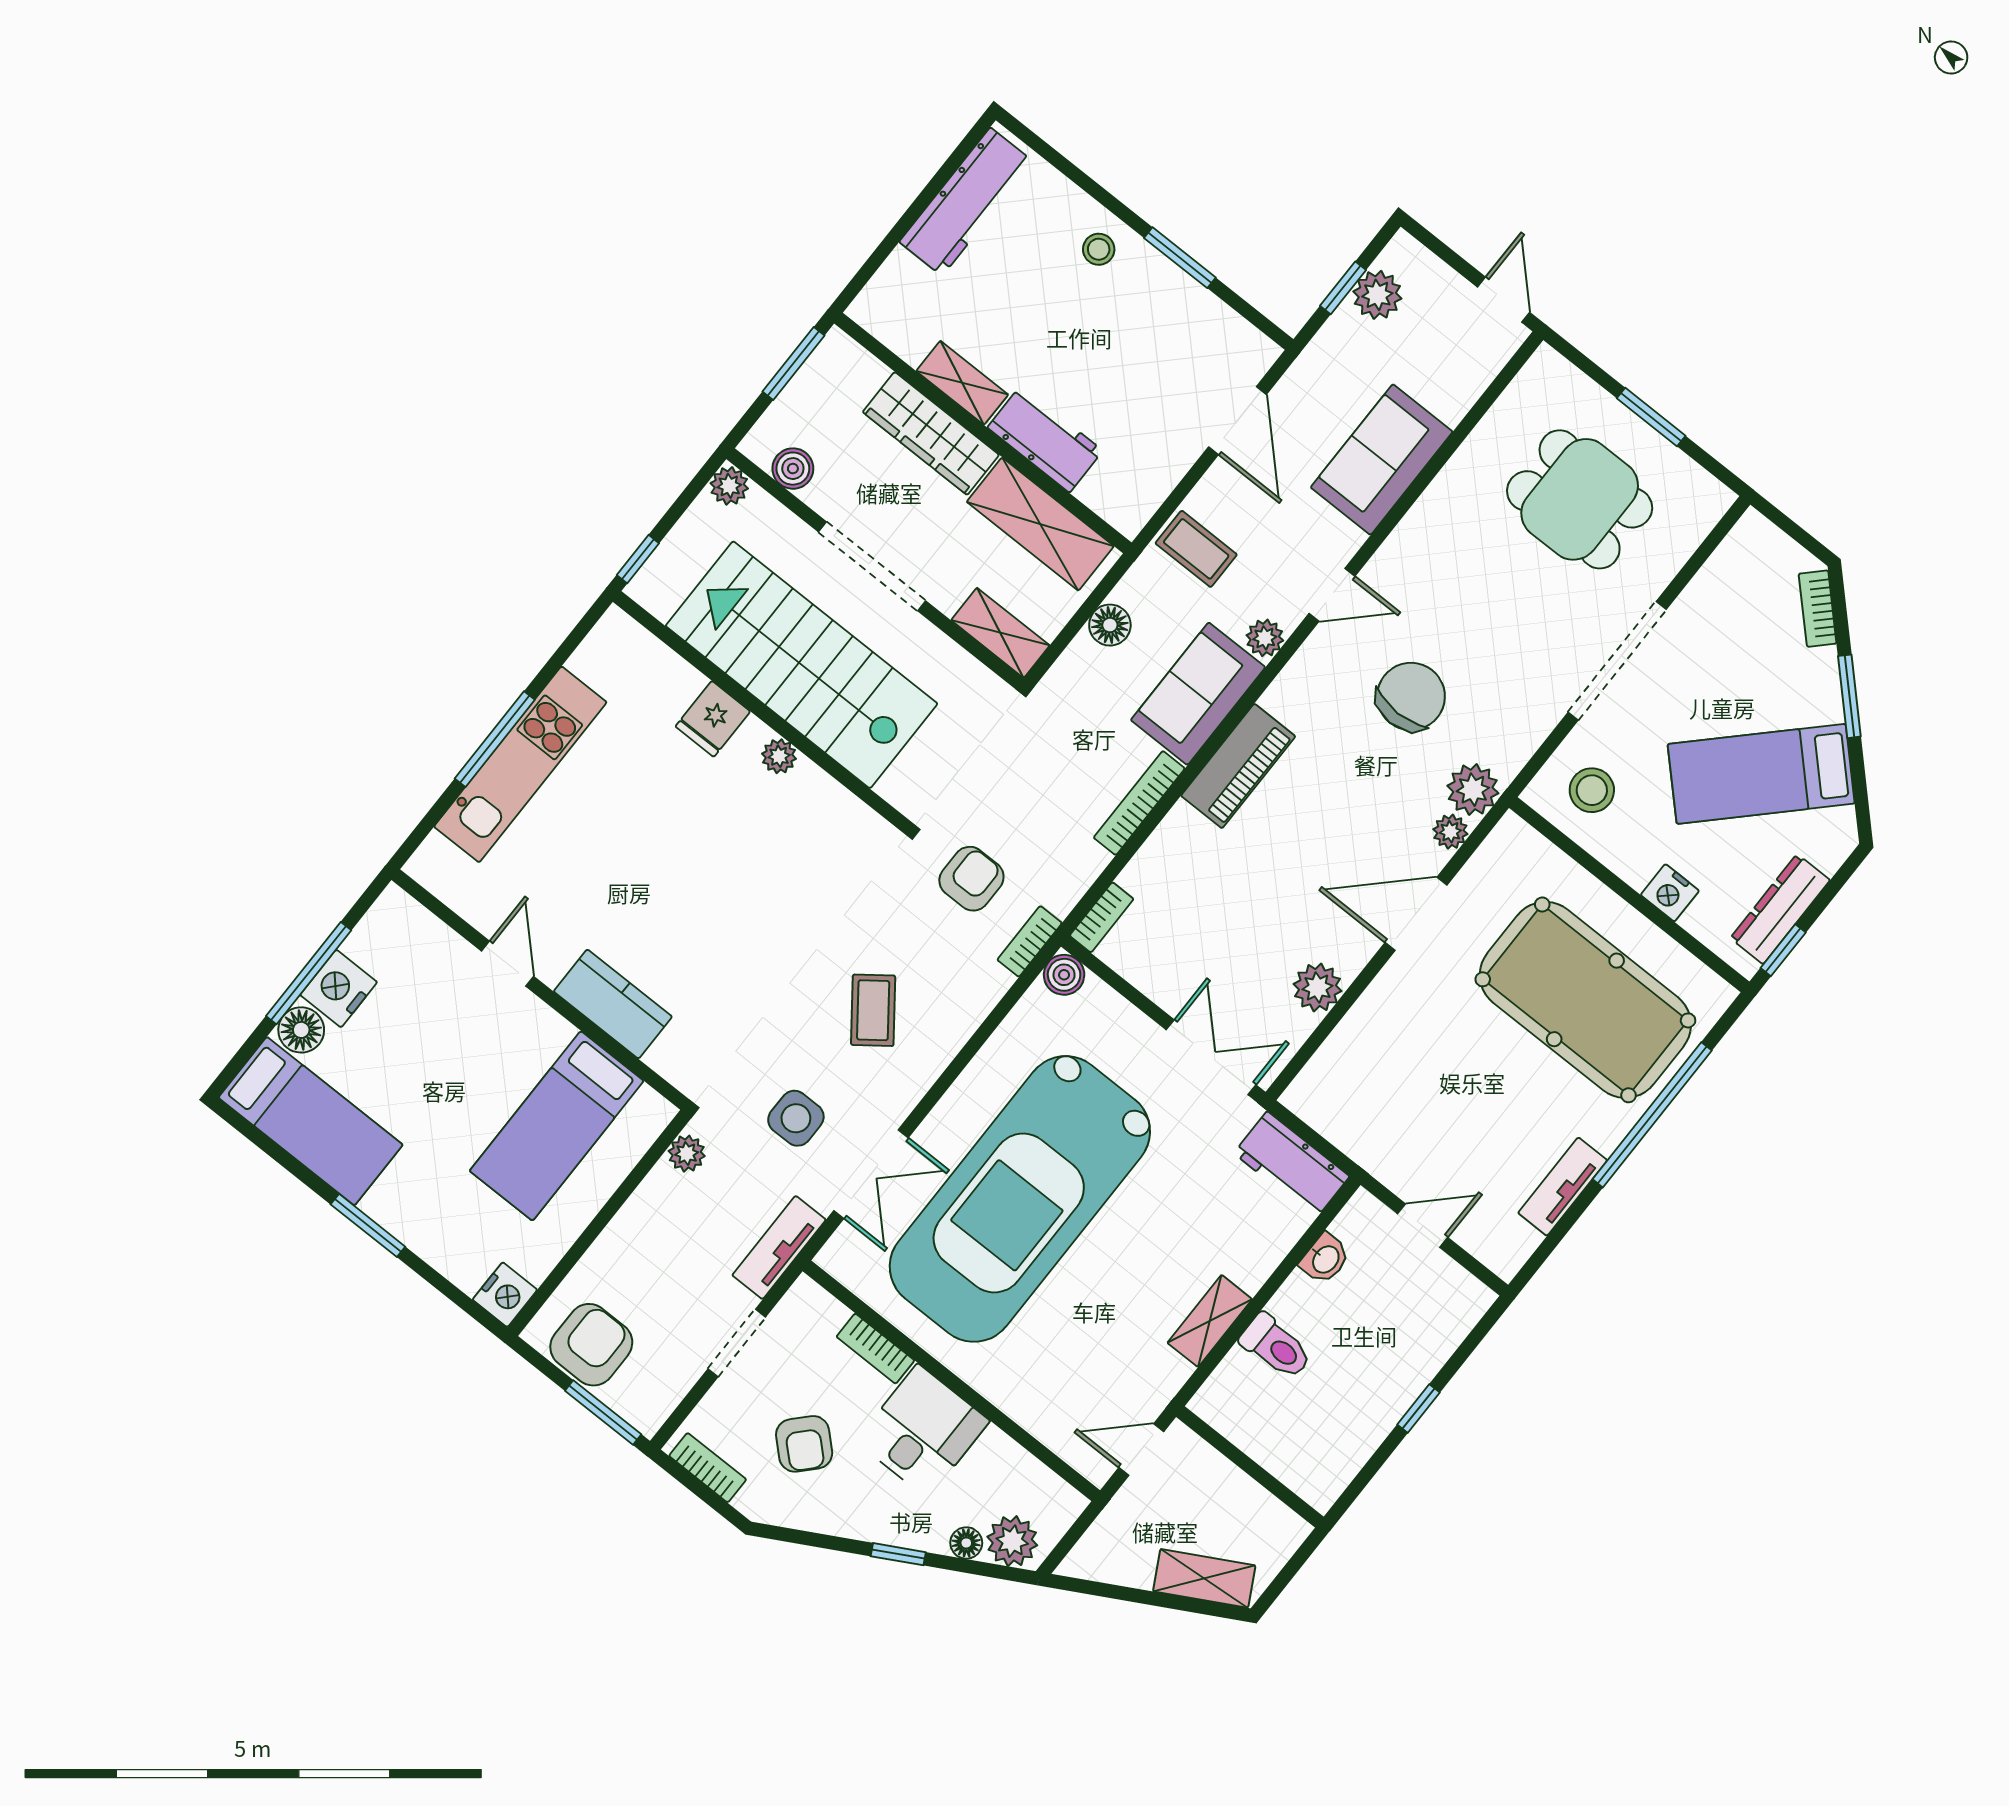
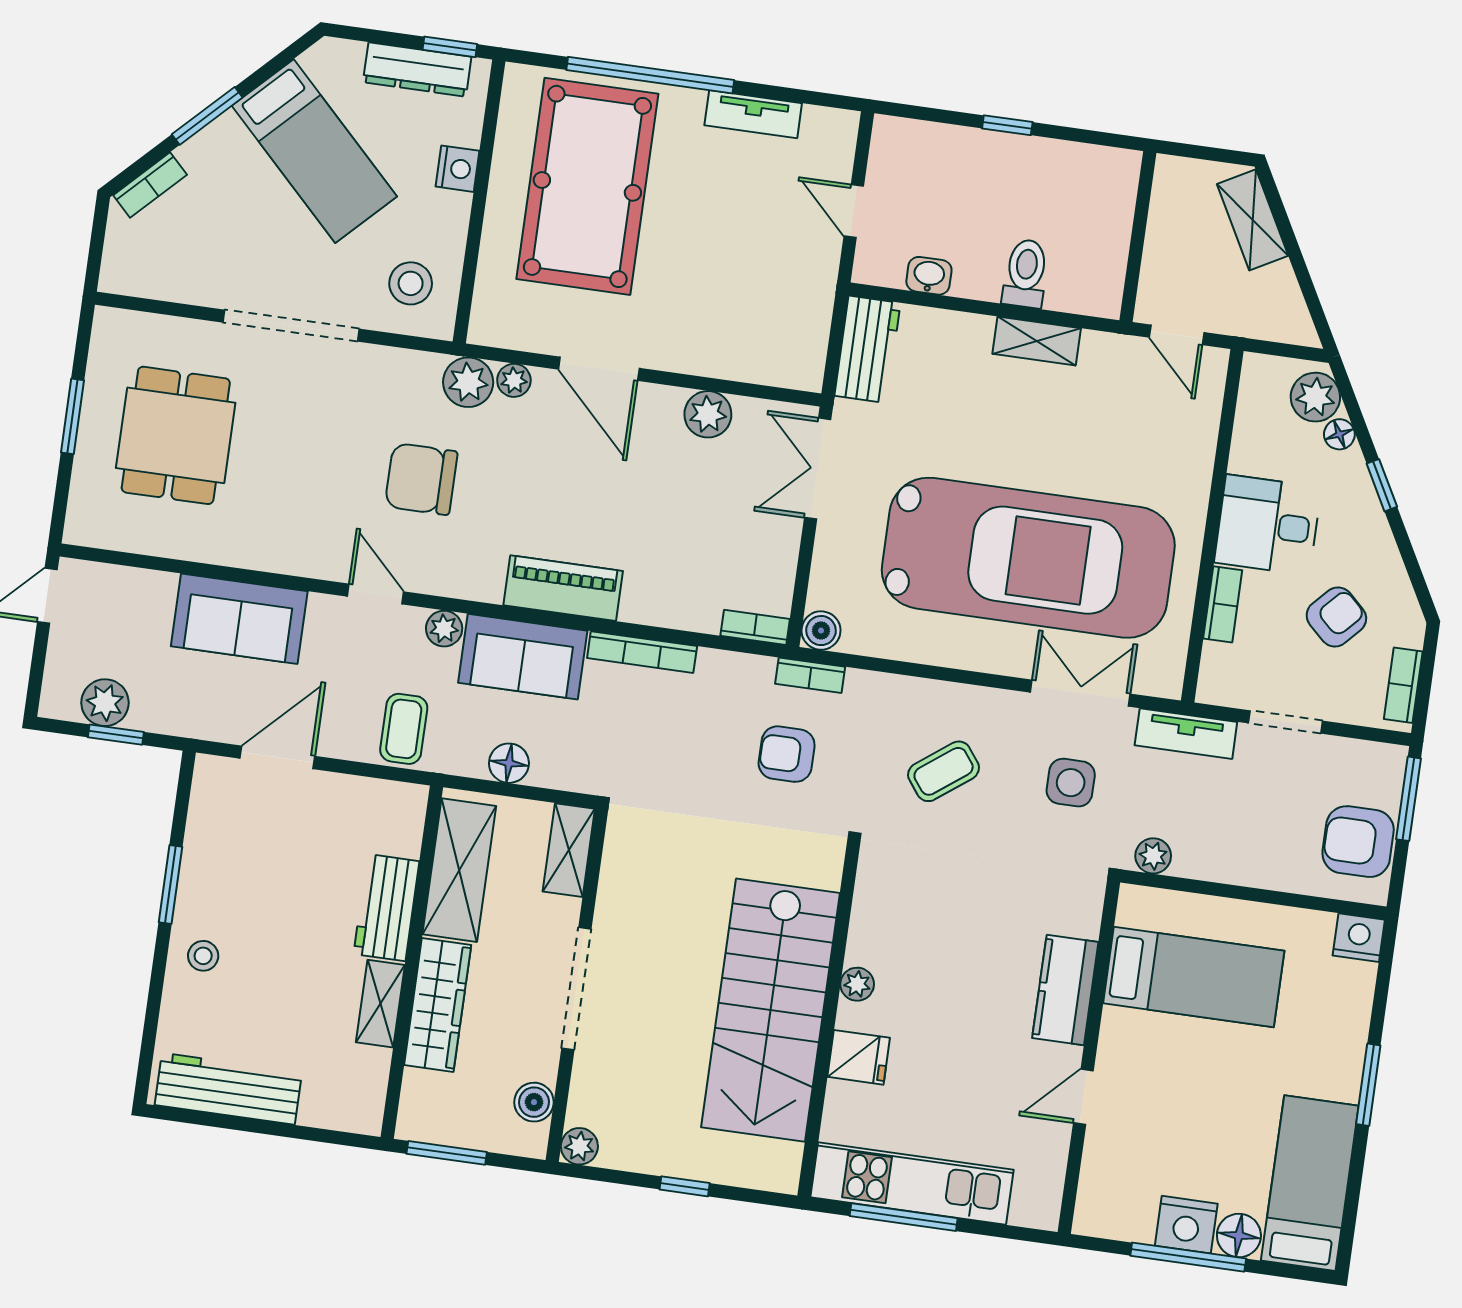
stairs: (802, 665) -> (770, 1010), moved
wall: (761, 711) -> (829, 1021), moved
fridge: (713, 719) -> (859, 1057), moved
plant: (779, 756) -> (857, 984), moved

